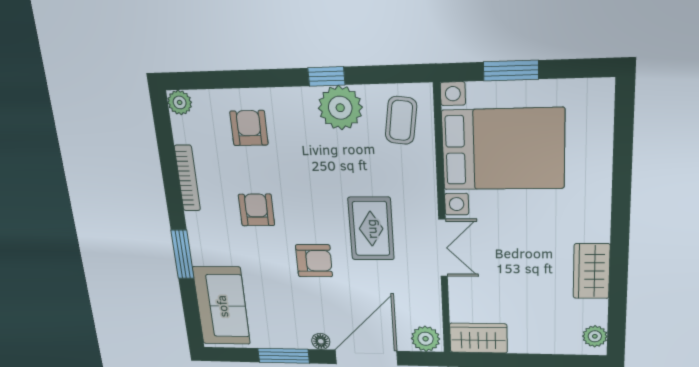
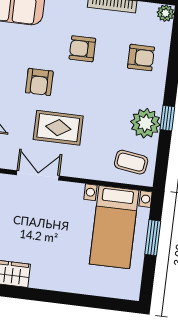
bed with nightstands: (503, 149) -> (114, 227), width x0.73
armchair: (256, 210) -> (82, 49), turned 180
double door: (443, 248) -> (38, 175), swing flipped

